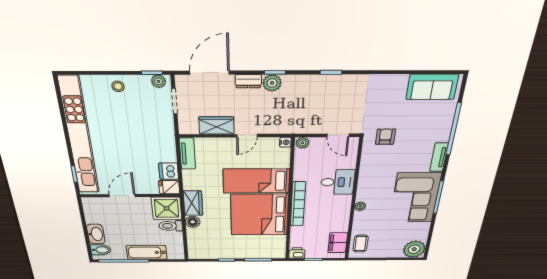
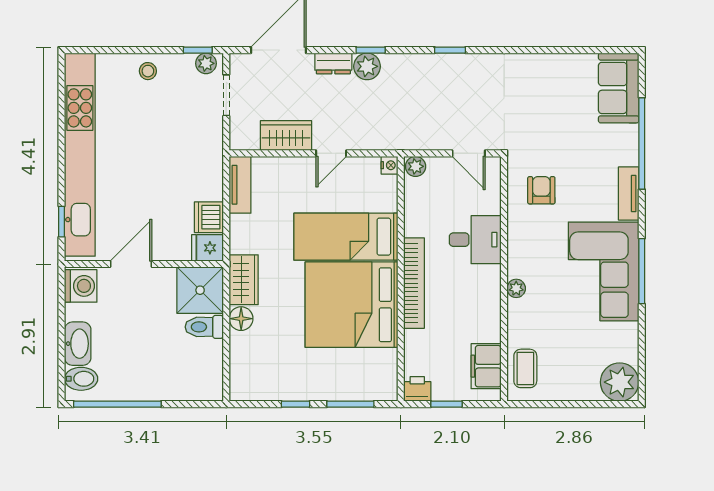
sofa: (432, 87) -> (619, 88), moved, turned 90
armchair: (385, 137) -> (541, 190), moved
washing machine: (93, 207) -> (81, 286), added
bathtub: (147, 252) -> (159, 385), removed

